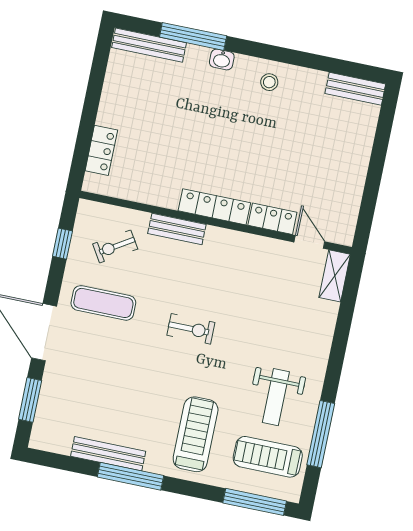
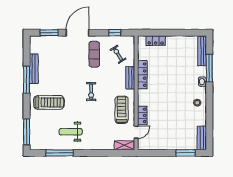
window: (383, 134) -> (186, 153), added
locker: (214, 207) -> (142, 75), moved
treadmill: (268, 457) -> (122, 110), moved

